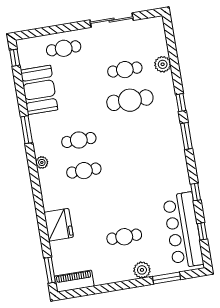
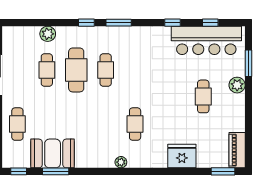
window: (27, 130) -> (56, 171), moved
cafe table: (79, 140) -> (106, 70), moved

